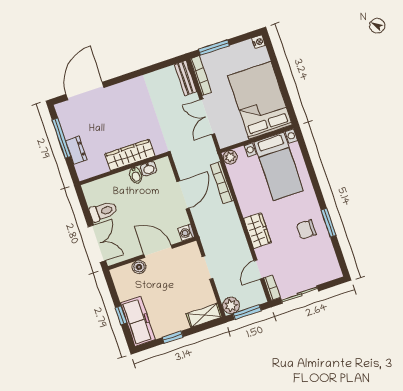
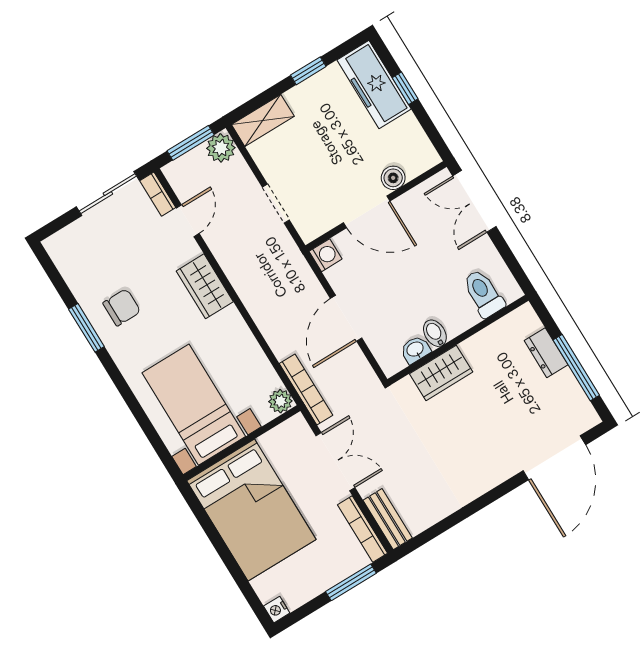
wardrobe: (130, 155) -> (441, 373), width x0.67
bookcase: (222, 183) -> (306, 389), moved
toilet: (103, 211) -> (483, 293), moved, turned 90

